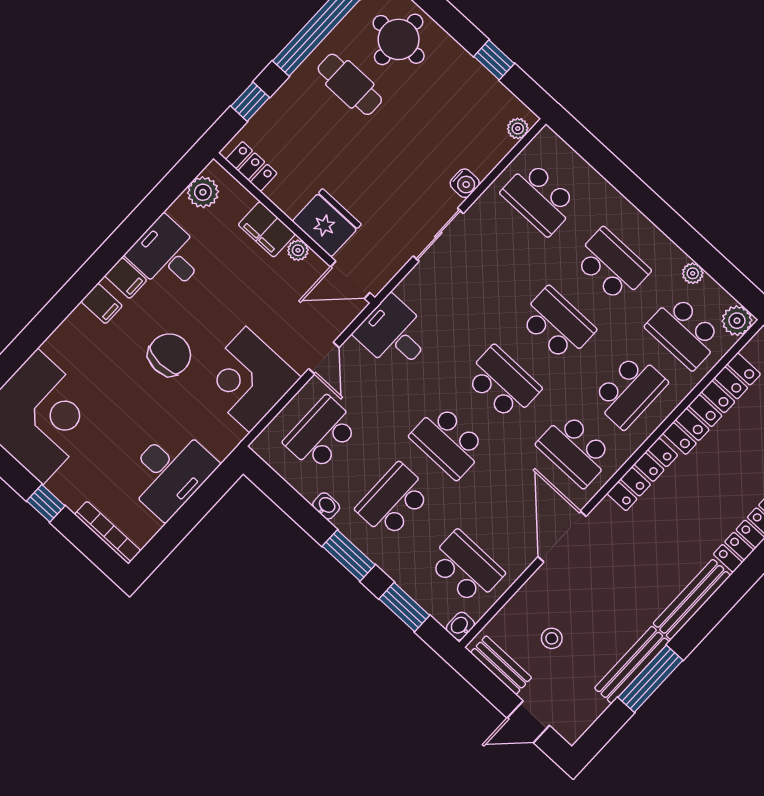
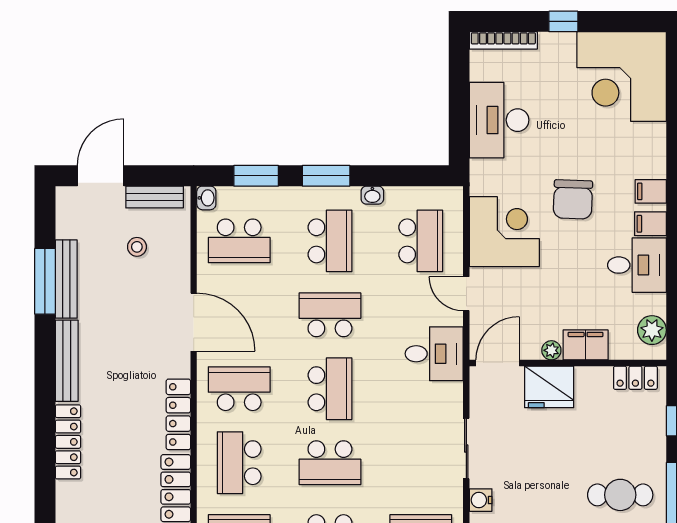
school desk: (503, 383) -> (330, 389), turned -90
door: (528, 722) -> (101, 176), width x1.38

